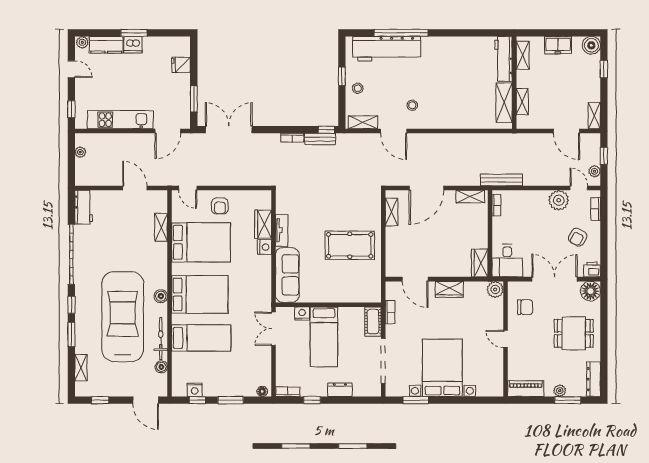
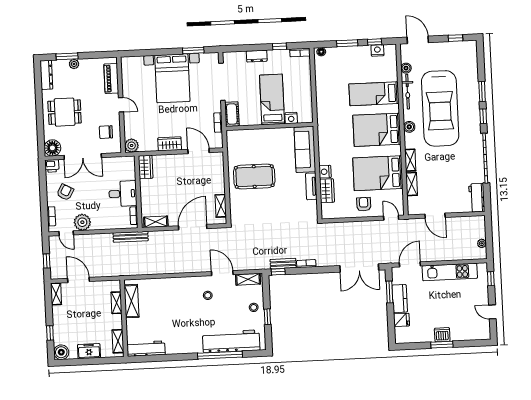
plant: (82, 42) -> (484, 335), removed
kitchen counter: (106, 45) -> (400, 299), moved, turned 90
workbench: (503, 59) -> (146, 349), moved, turned -90
plant: (594, 171) -> (54, 248), removed
desk: (507, 261) -> (123, 194), moved, turned 90
double door: (274, 329) -> (314, 104), removed
shelving: (81, 368) -> (410, 160), moved
piano: (526, 389) -> (111, 78), moved, turned 90

